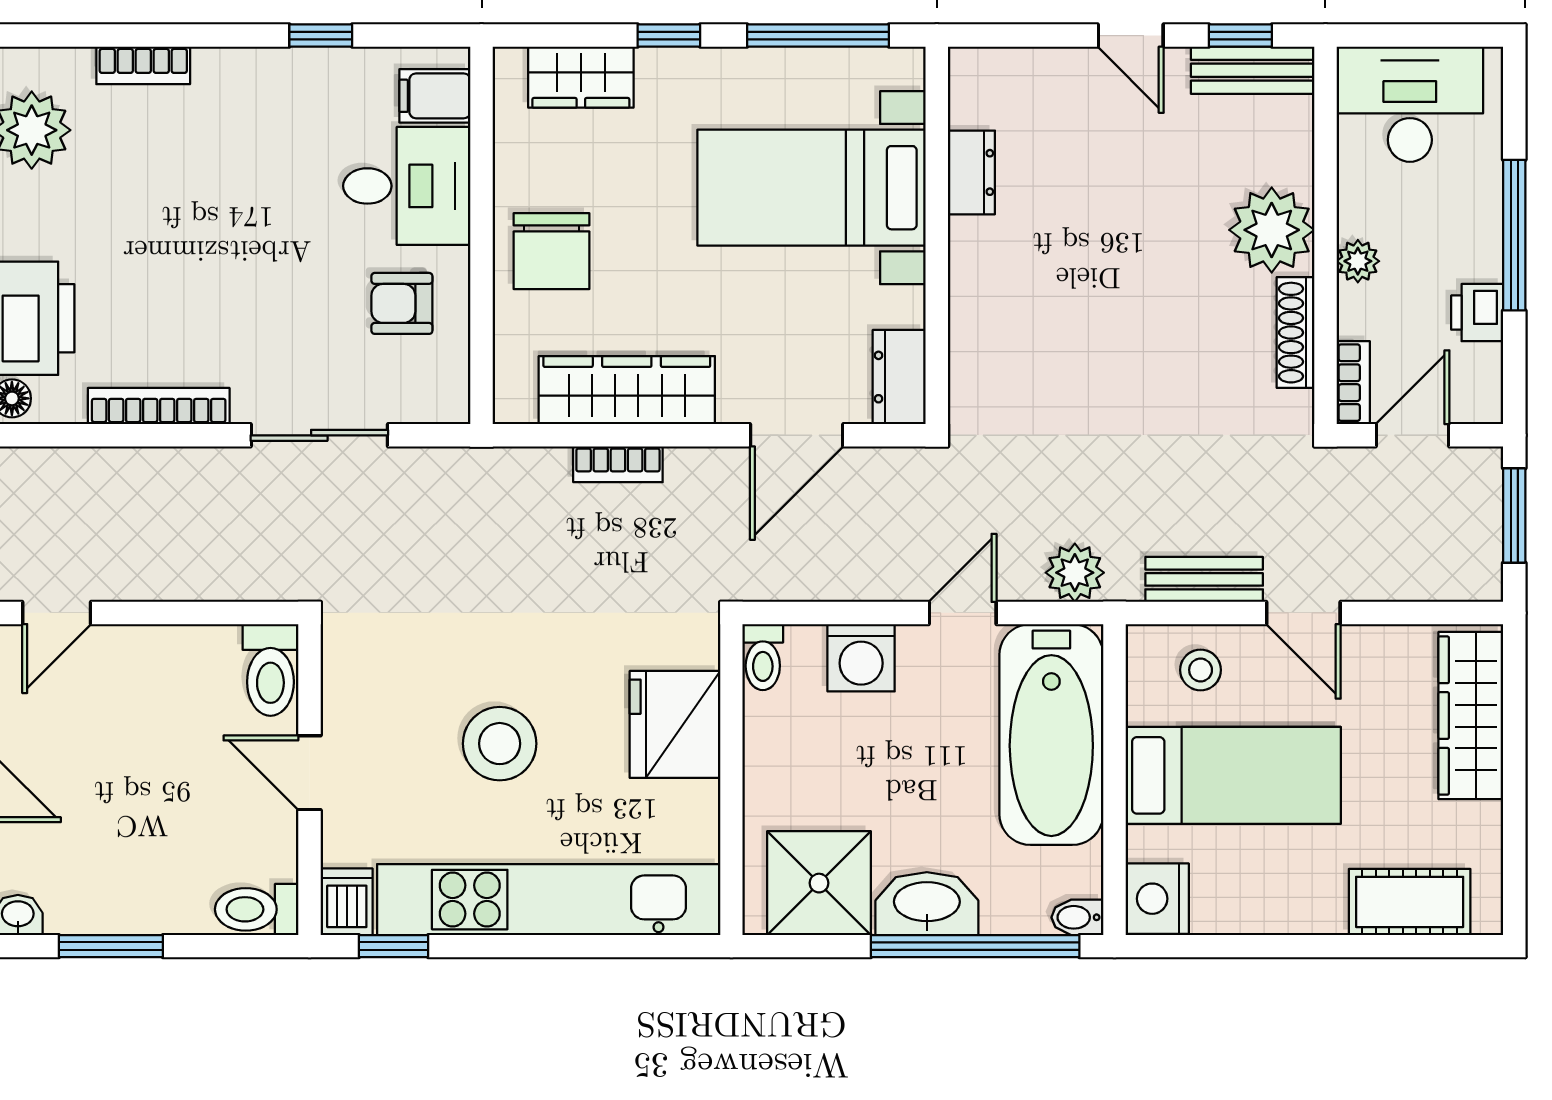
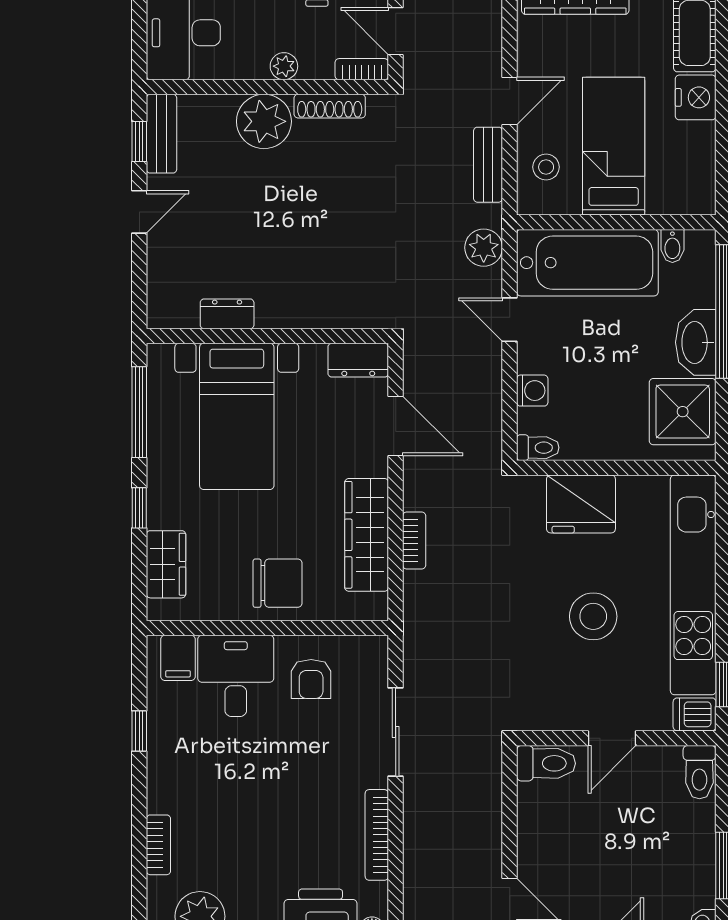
washing machine: (861, 658) -> (532, 391), width x0.73, depth x0.73
nightstand: (1157, 899) -> (696, 97), moved, turned -90
bidet: (1077, 917) -> (672, 246), moved

